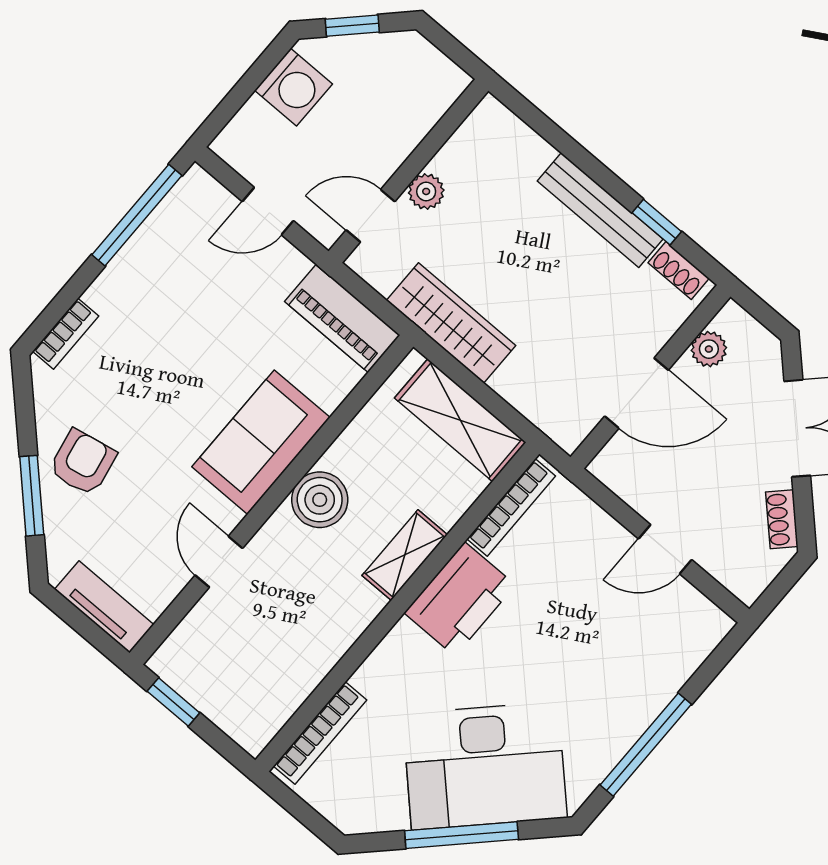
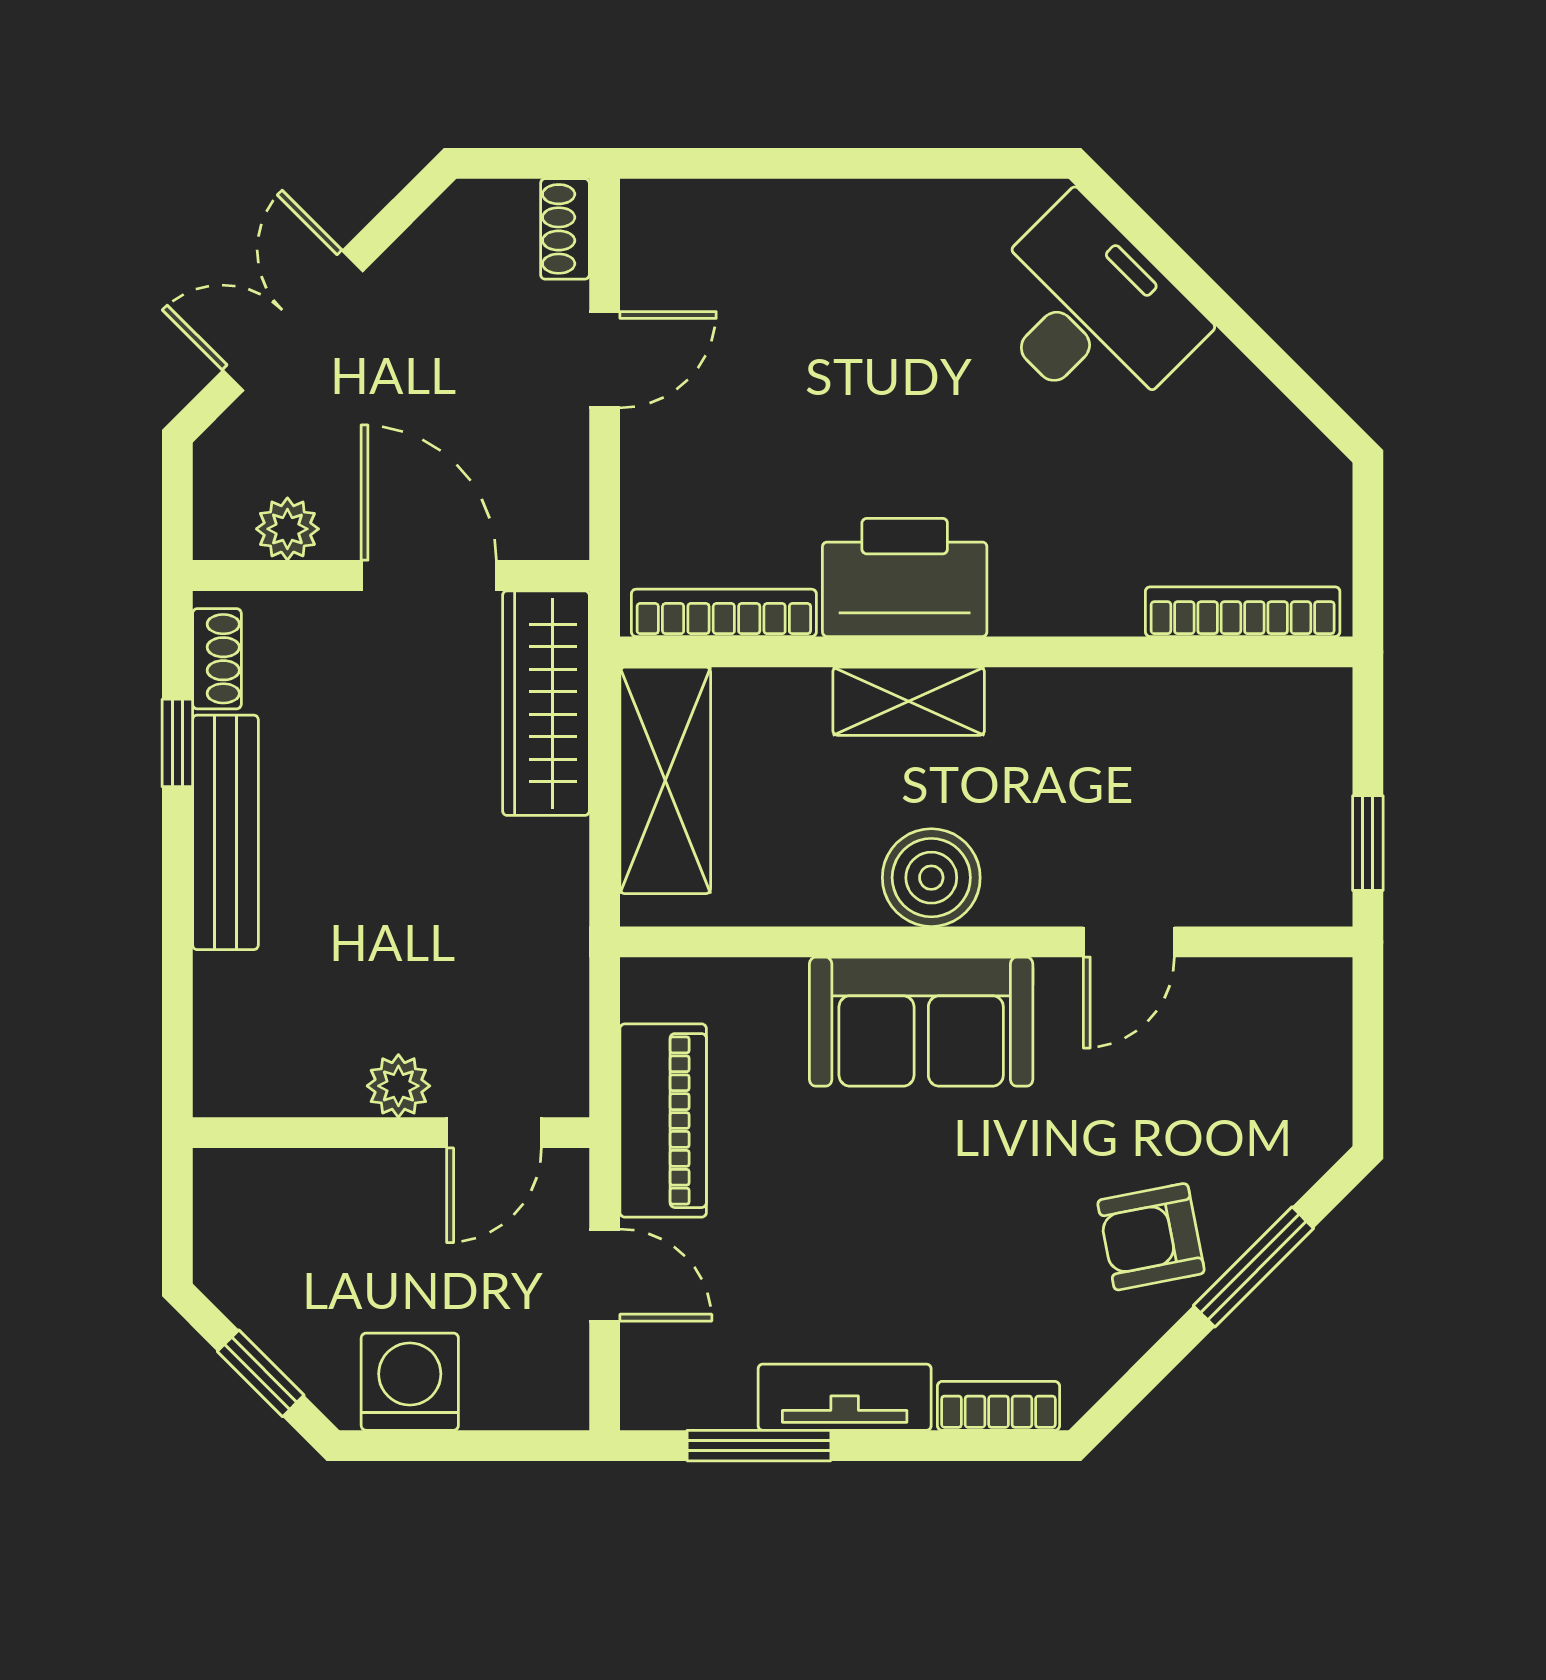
window: (137, 215) -> (759, 1446), width x0.69
door: (371, 216) -> (494, 1133), hinge flipped
piano: (342, 318) -> (663, 1121), moved
wardrobe: (451, 323) -> (546, 703), moved
shoe rack: (782, 519) -> (565, 229), moved, turned 135
door: (665, 549) -> (605, 360), hinge flipped
tv unit: (104, 607) -> (845, 1397), moved, turned 90
window: (646, 745) -> (888, 163), removed
desk: (485, 766) -> (1090, 312), width x0.73, depth x0.77
window: (462, 835) -> (1218, 307), removed

